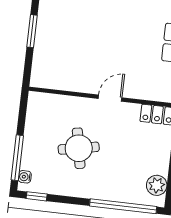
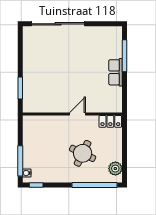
window: (32, 31) -> (20, 88), moved
round table: (79, 148) -> (83, 153), moved, turned 37

